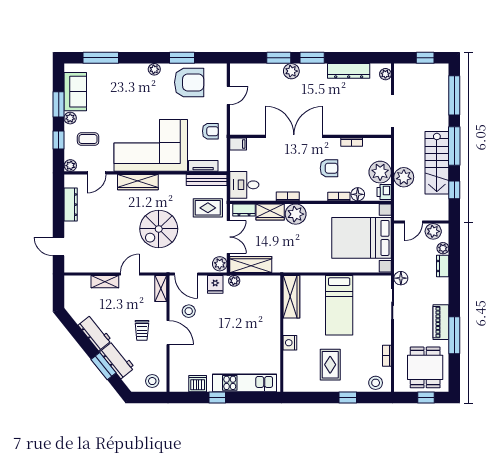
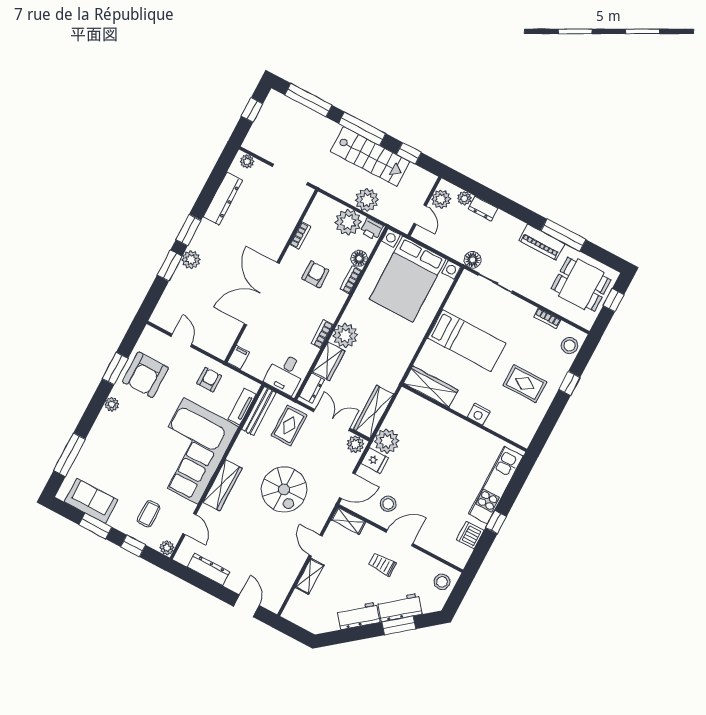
armchair: (189, 82) -> (145, 375), turned 180
plant: (70, 118) -> (116, 521), removed
door: (59, 247) -> (246, 606), swing flipped
plant: (234, 281) -> (387, 441), width x1.87, depth x1.87
trolley: (142, 330) -> (382, 564), turned 180

